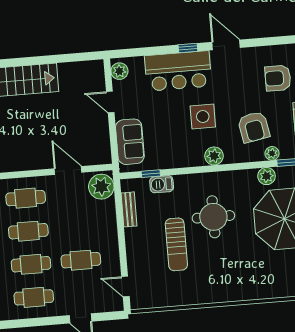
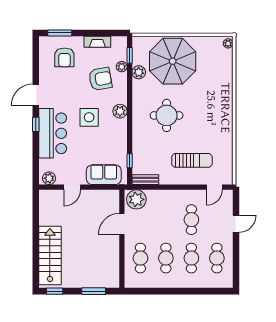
barbecue: (162, 184) -> (138, 153), removed
bench: (129, 209) -> (145, 180), moved
sun lounger: (176, 244) -> (192, 160), moved

